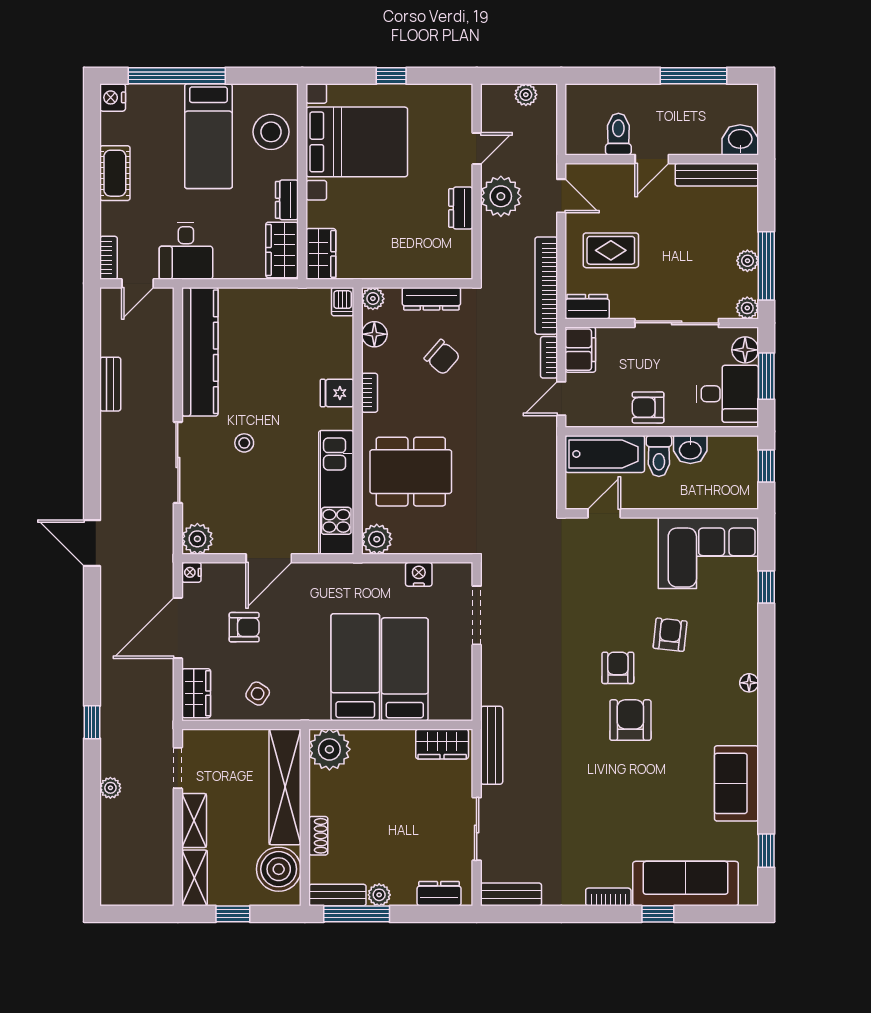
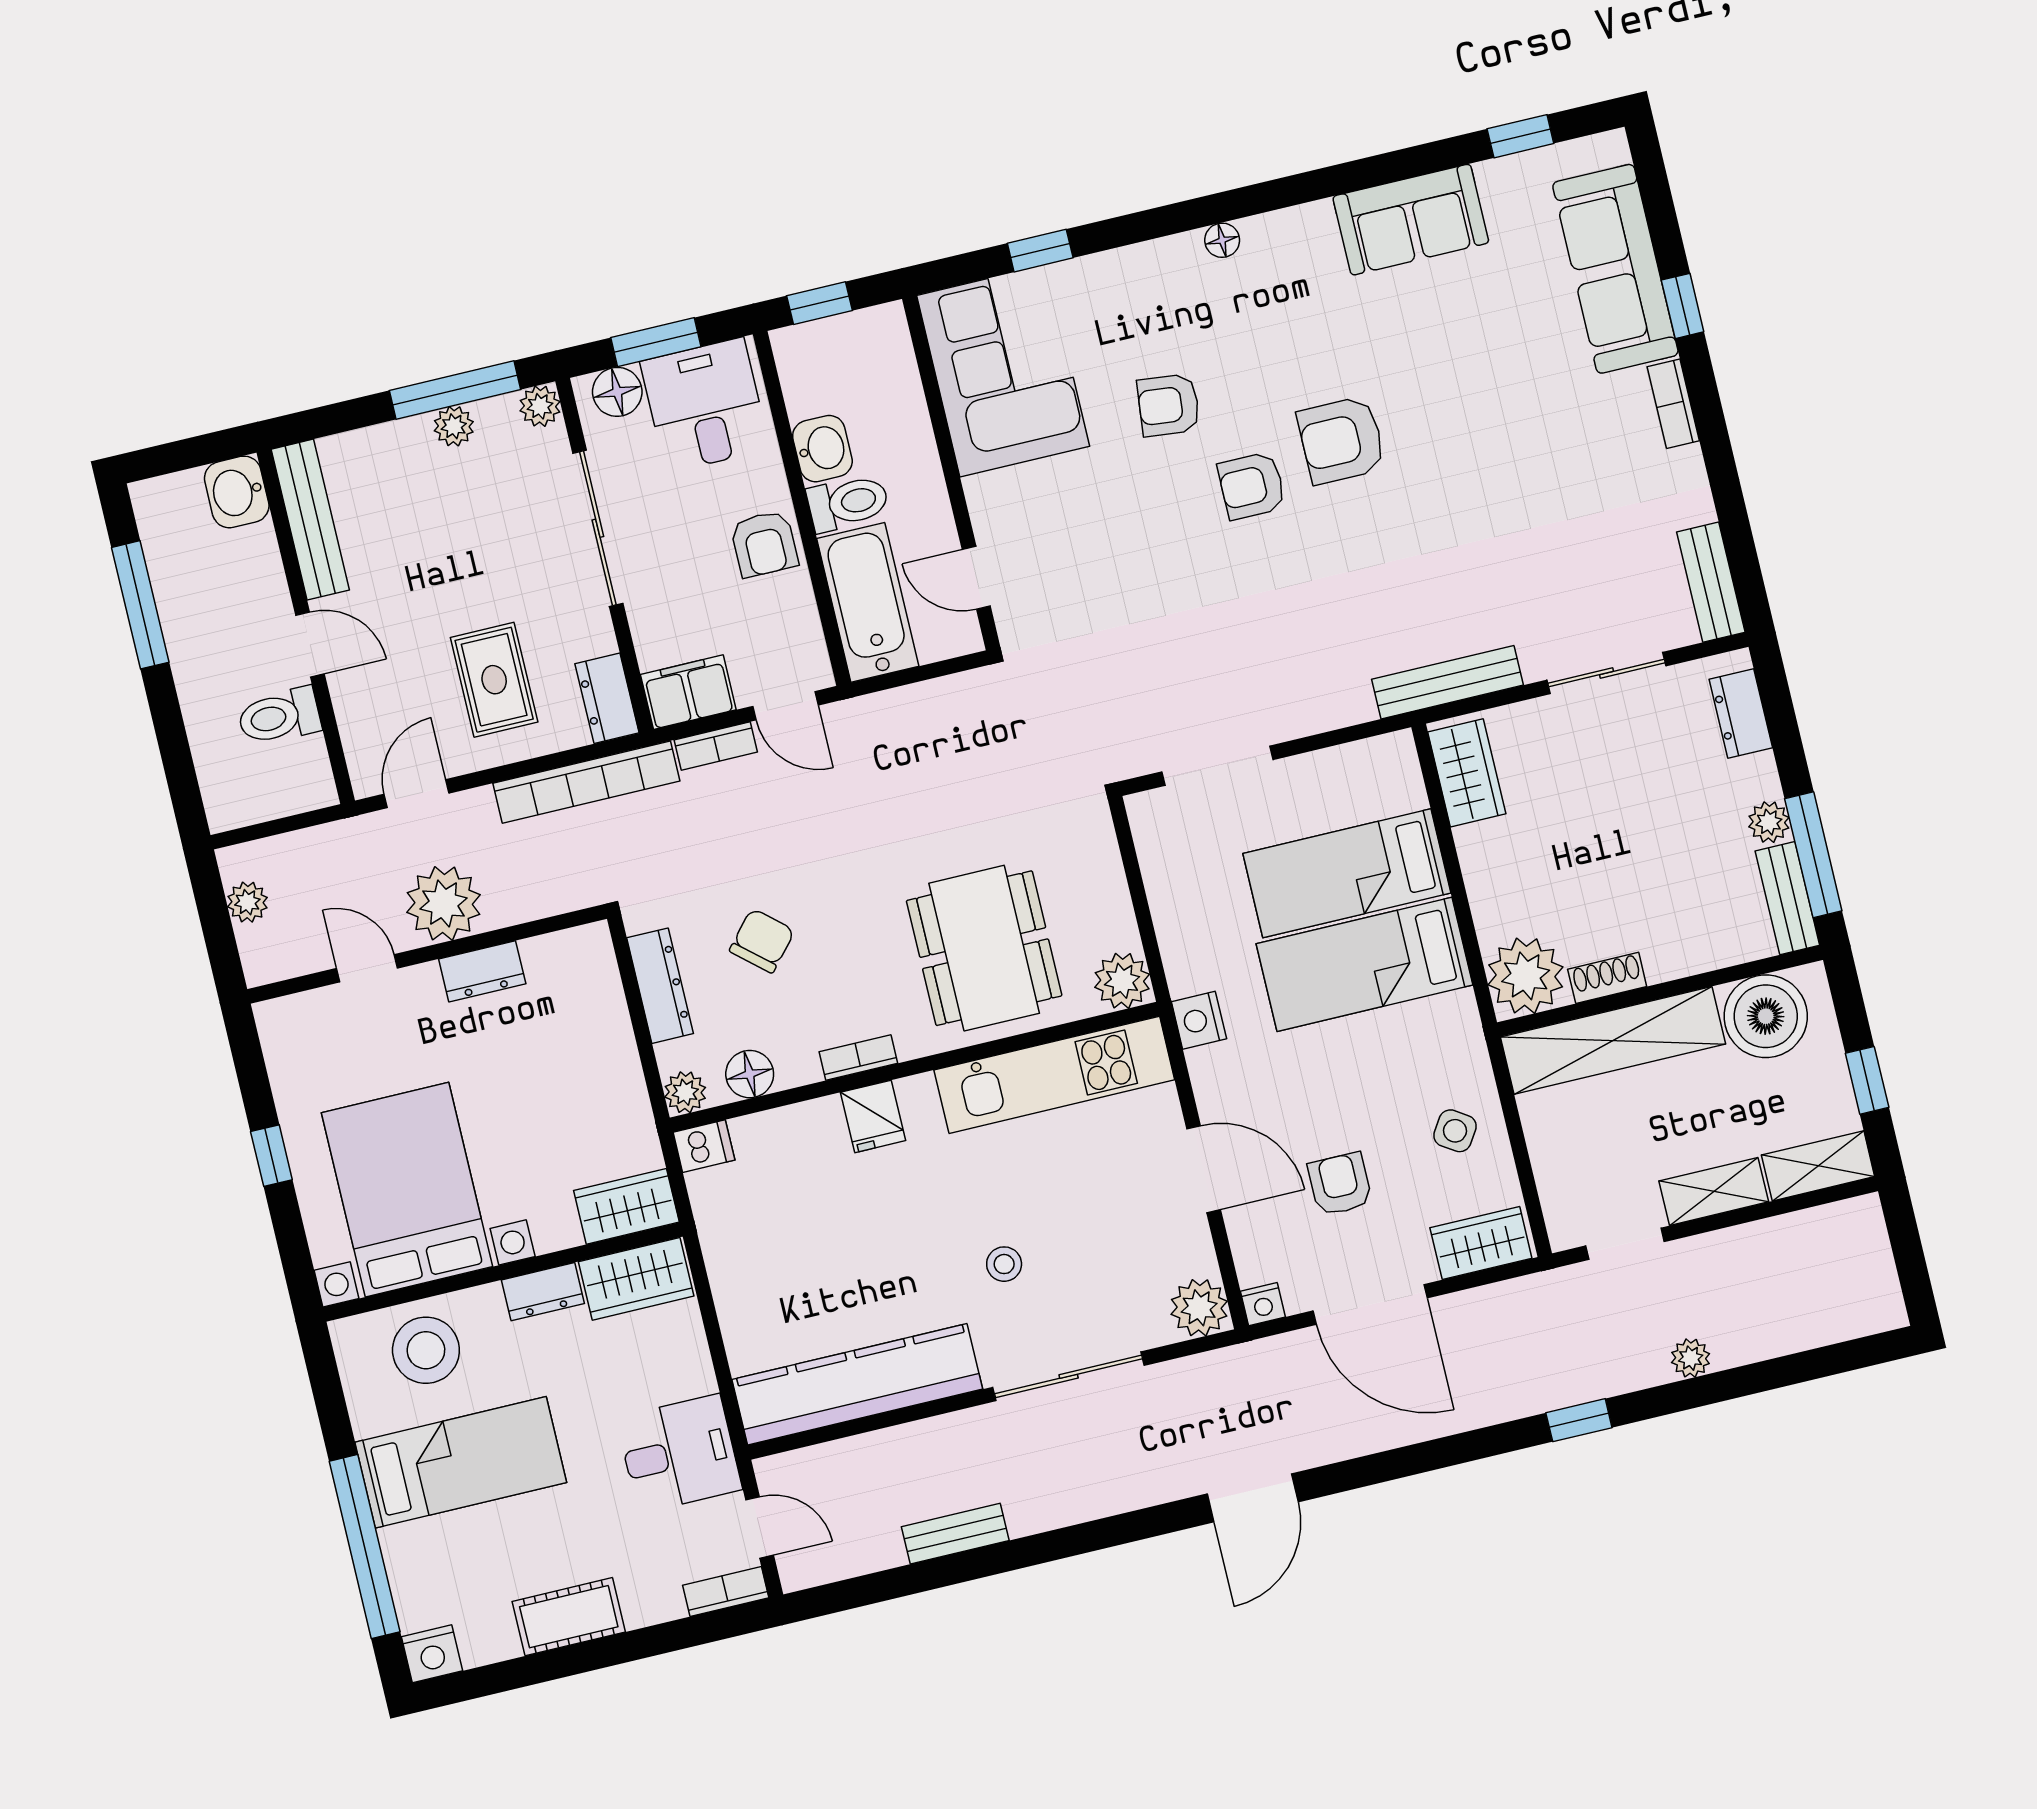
nightstand: (419, 574) -> (1199, 1020), moved
shoe rack: (318, 836) -> (1607, 978), moved

